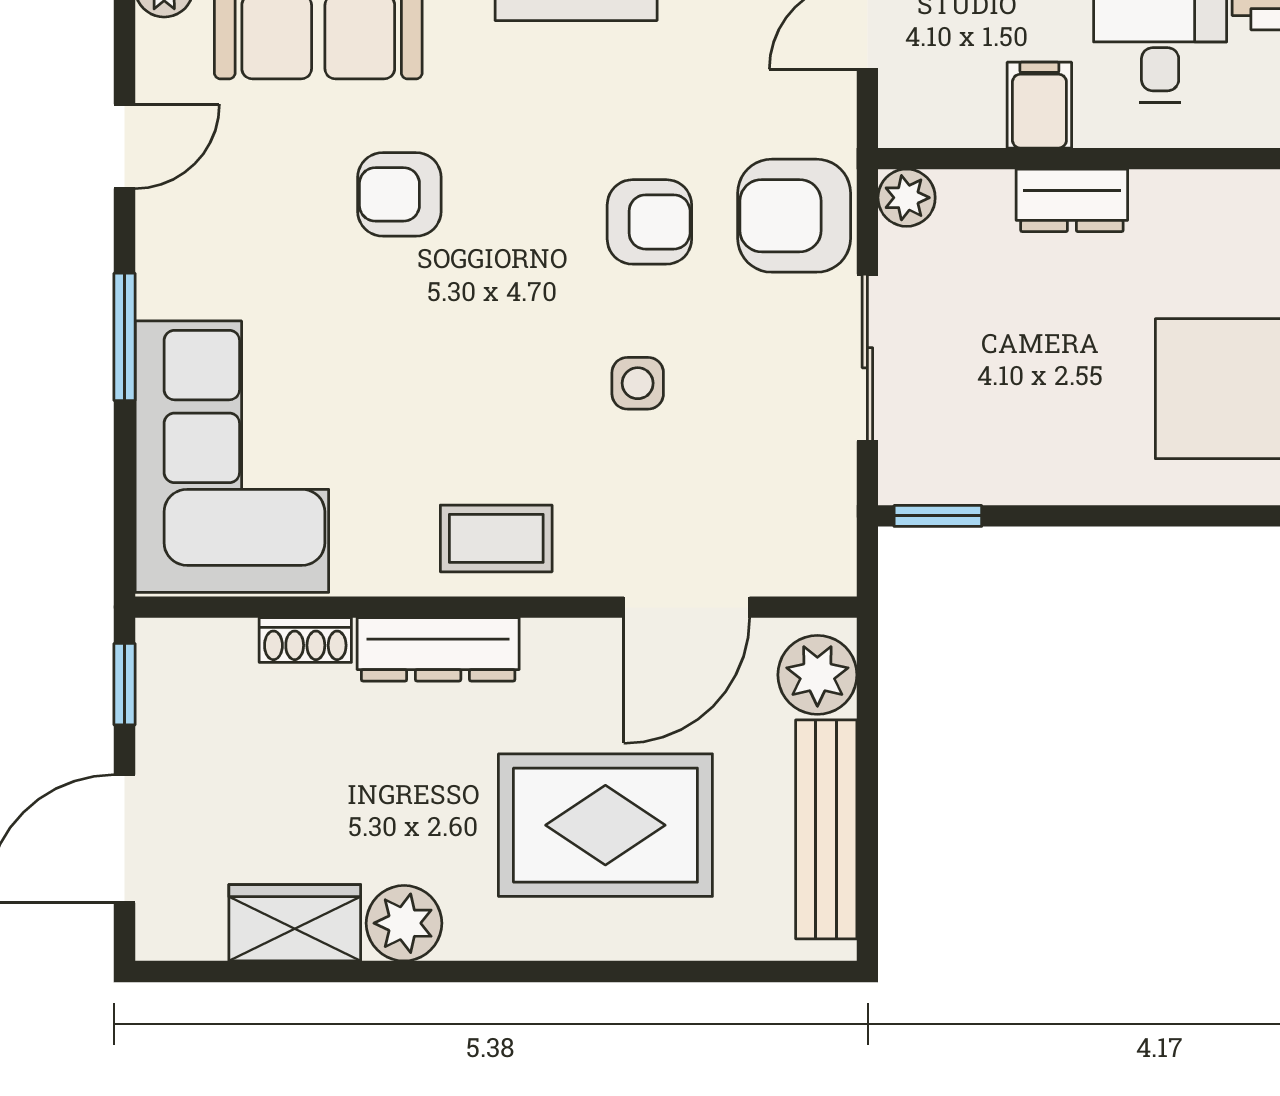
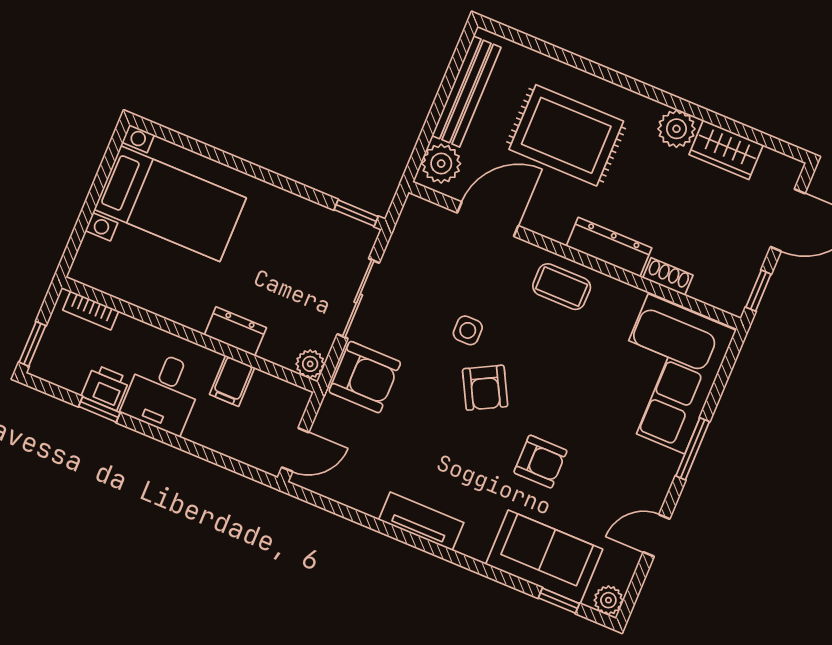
armchair: (649, 222) -> (485, 388), moved, turned -118

